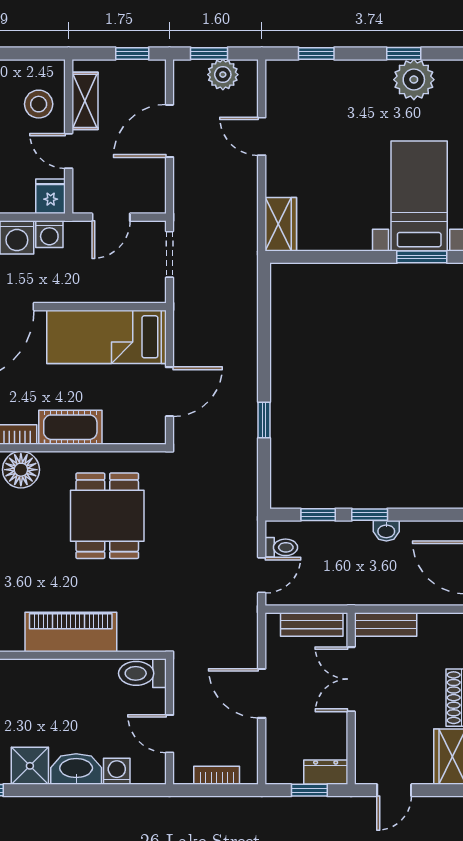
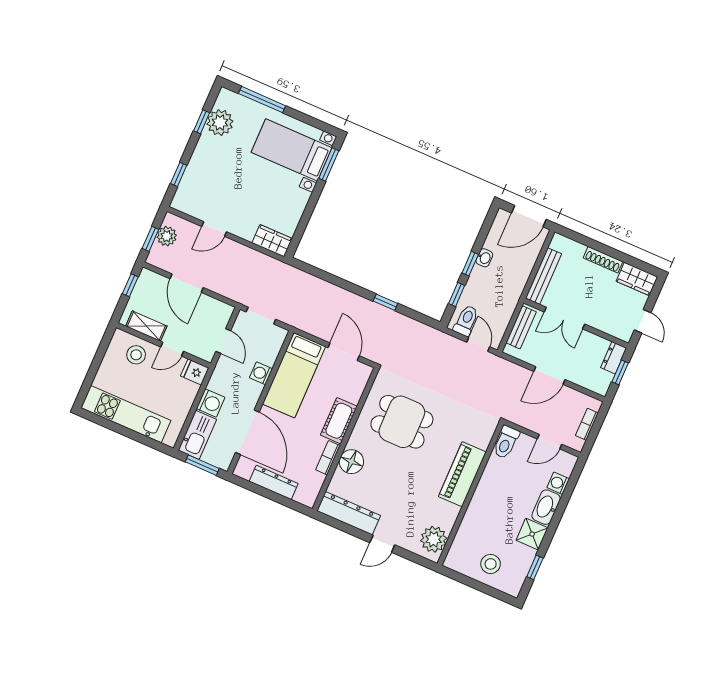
washing machine: (49, 234) -> (261, 373), moved, turned 180
toilet: (281, 547) -> (466, 321), width x1.37, depth x1.39
bench: (386, 624) -> (543, 276), width x1.36

